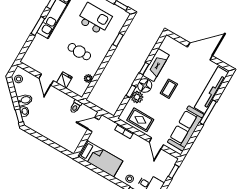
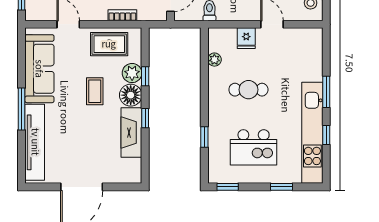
coffee table: (169, 89) -> (95, 91), moved

